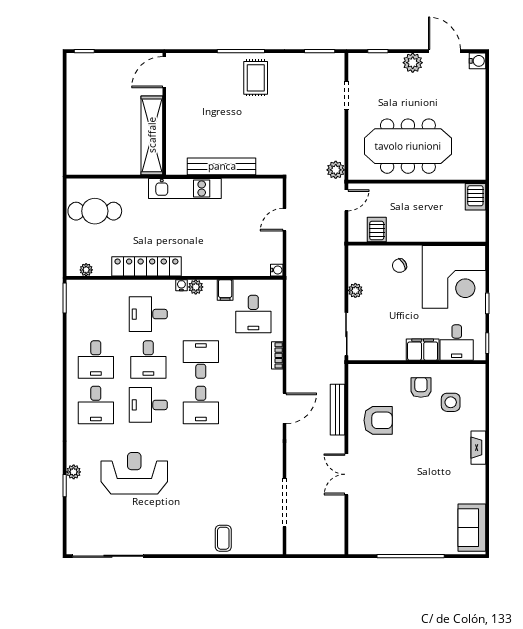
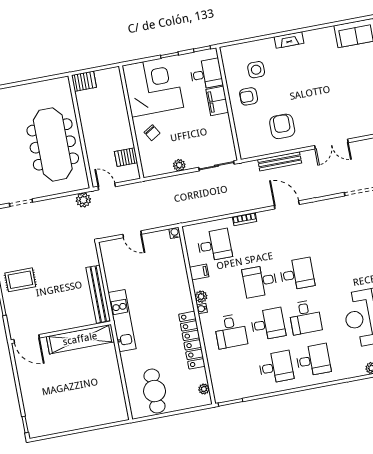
door: (164, 72) -> (27, 339), moved
wall: (164, 114) -> (61, 332), moved
shelving: (152, 135) -> (80, 339), moved

